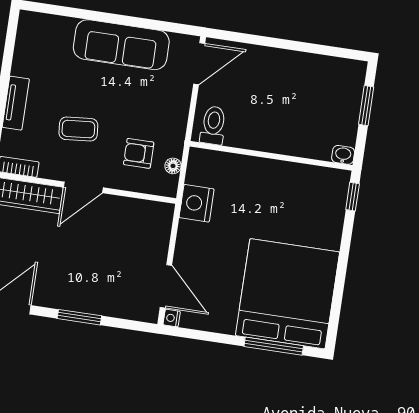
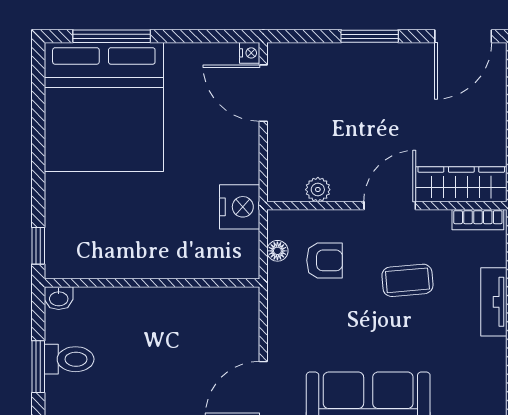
toilet: (213, 125) -> (69, 359), moved, turned -90
plant: (136, 208) -> (318, 190), added

